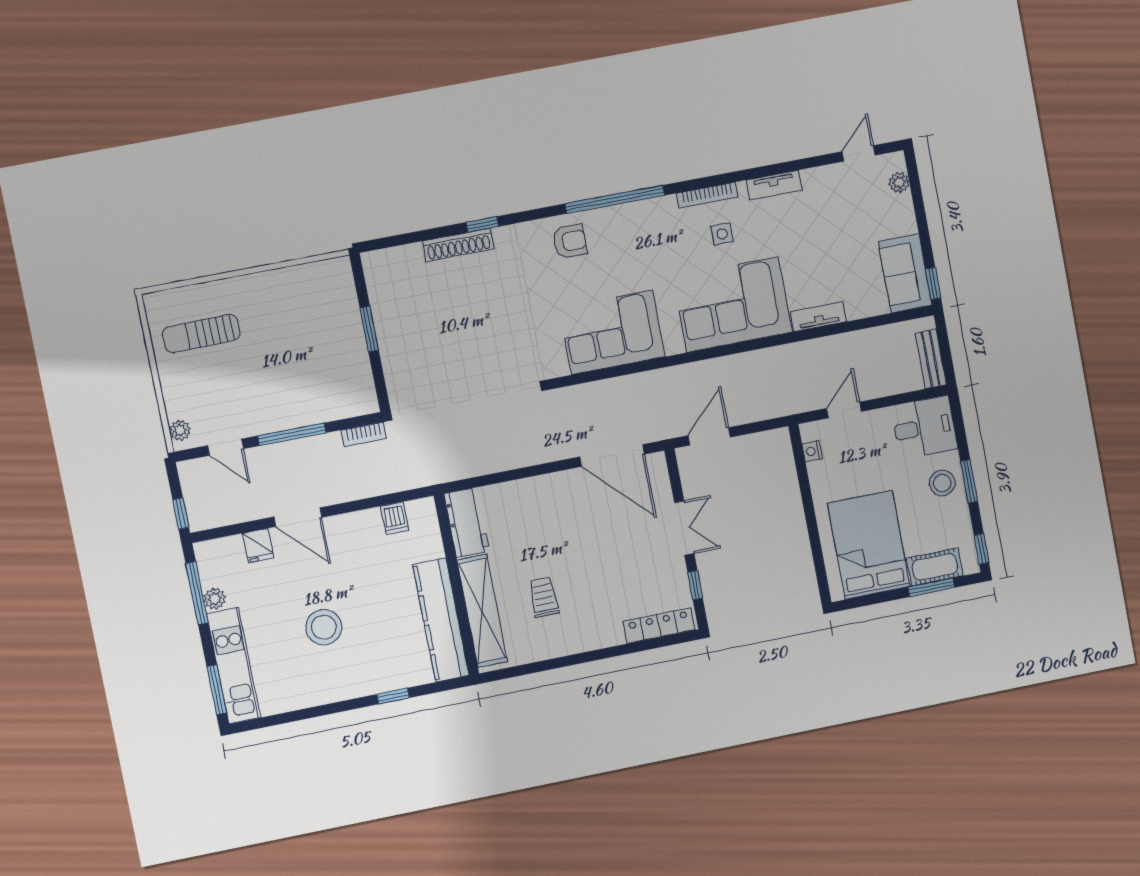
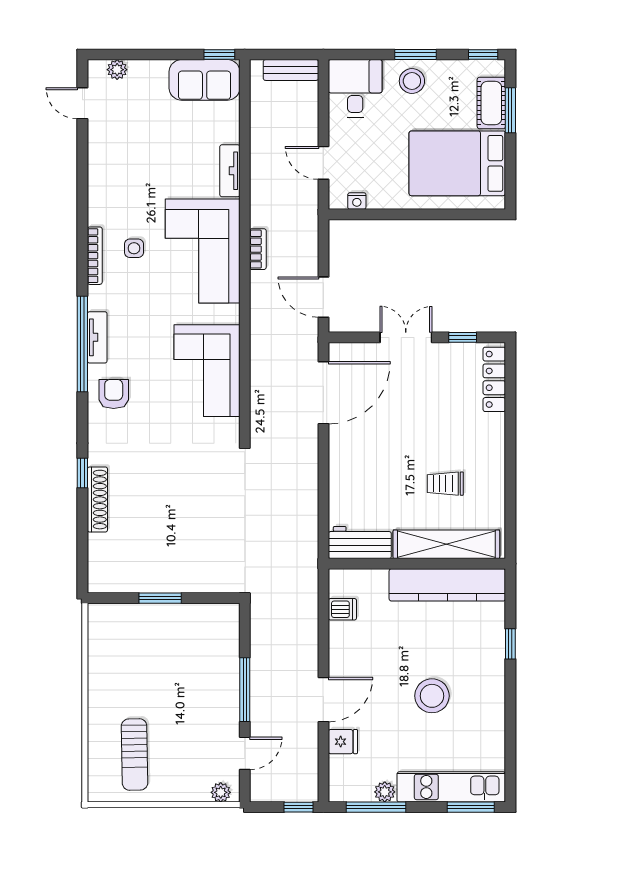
tv unit: (774, 185) -> (97, 337), moved
bookcase: (364, 434) -> (258, 249), moved

